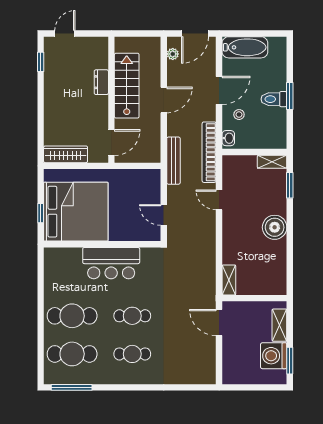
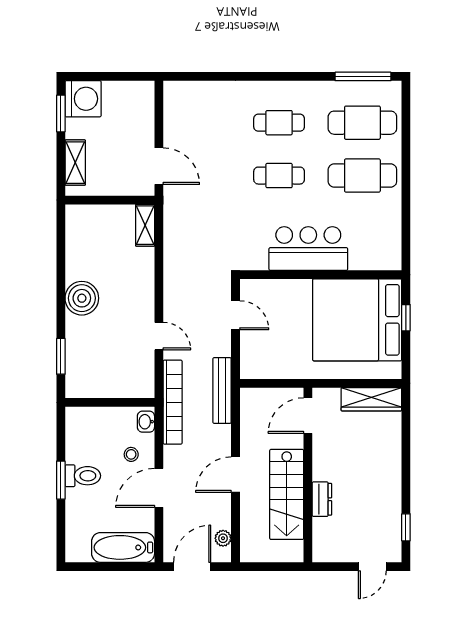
shelving: (272, 162) -> (85, 389), removed
washing machine: (274, 356) -> (83, 99), moved

